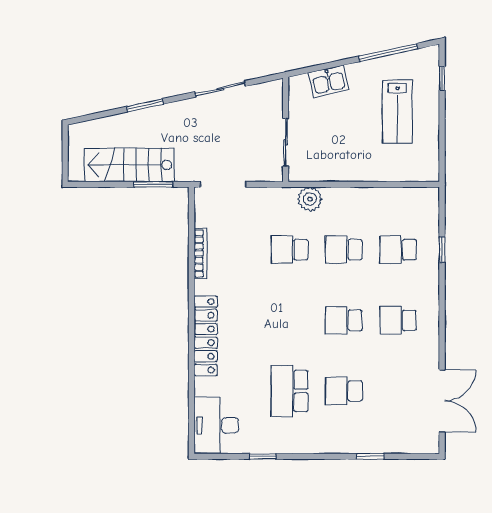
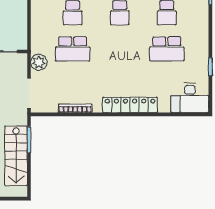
plant: (310, 199) -> (39, 62), moved
school desk: (290, 250) -> (73, 49), width x1.85

